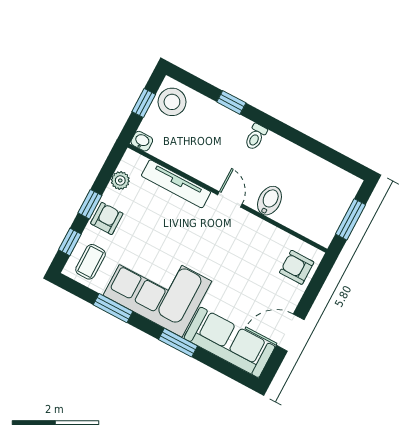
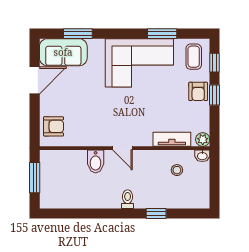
stool: (172, 102) -> (177, 170), moved, width x0.53, depth x0.53
window: (144, 103) -> (215, 182), removed
plant: (120, 180) -> (203, 140), moved
tv unit: (176, 184) -> (172, 139), width x0.71
sofa: (230, 342) -> (63, 52), width x0.73
window: (178, 343) -> (78, 34), moved

